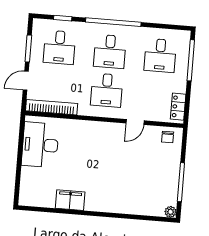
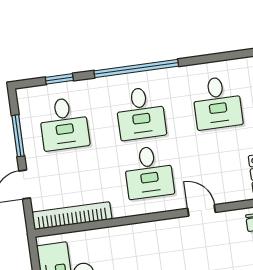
door: (135, 122) -> (202, 210), swing flipped

